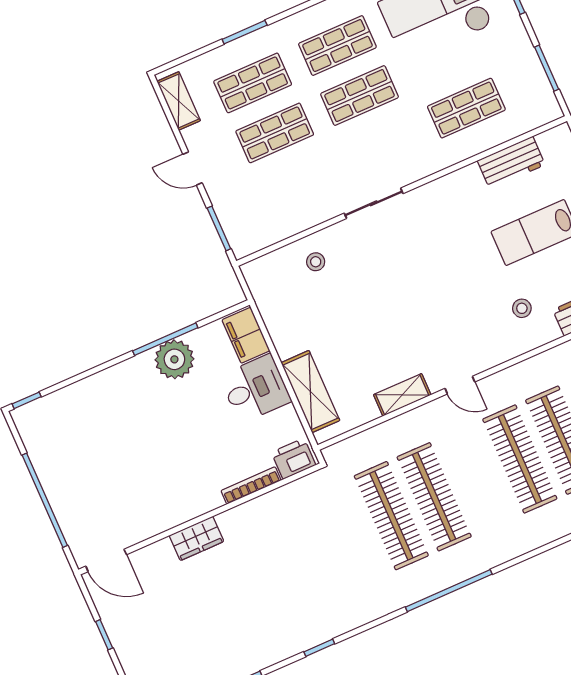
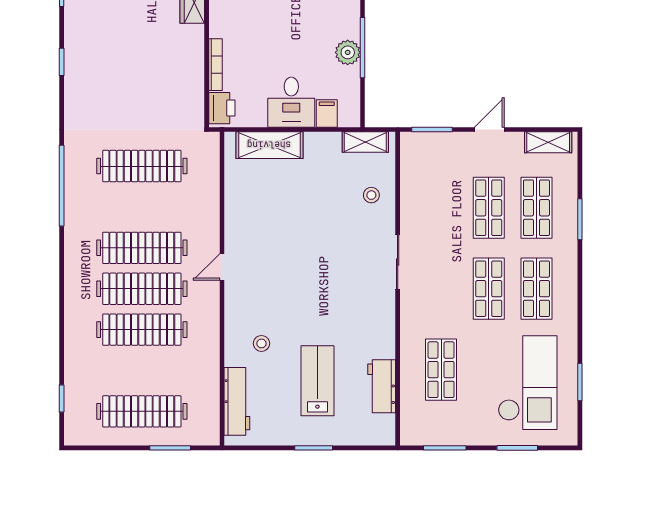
filing cabinet: (246, 335) -> (327, 113), width x0.50
plant: (174, 359) -> (348, 52), width x0.73, depth x0.73
shelving: (402, 395) -> (365, 142), moved, turned 90
clothes rail: (434, 497) -> (142, 248), moved

